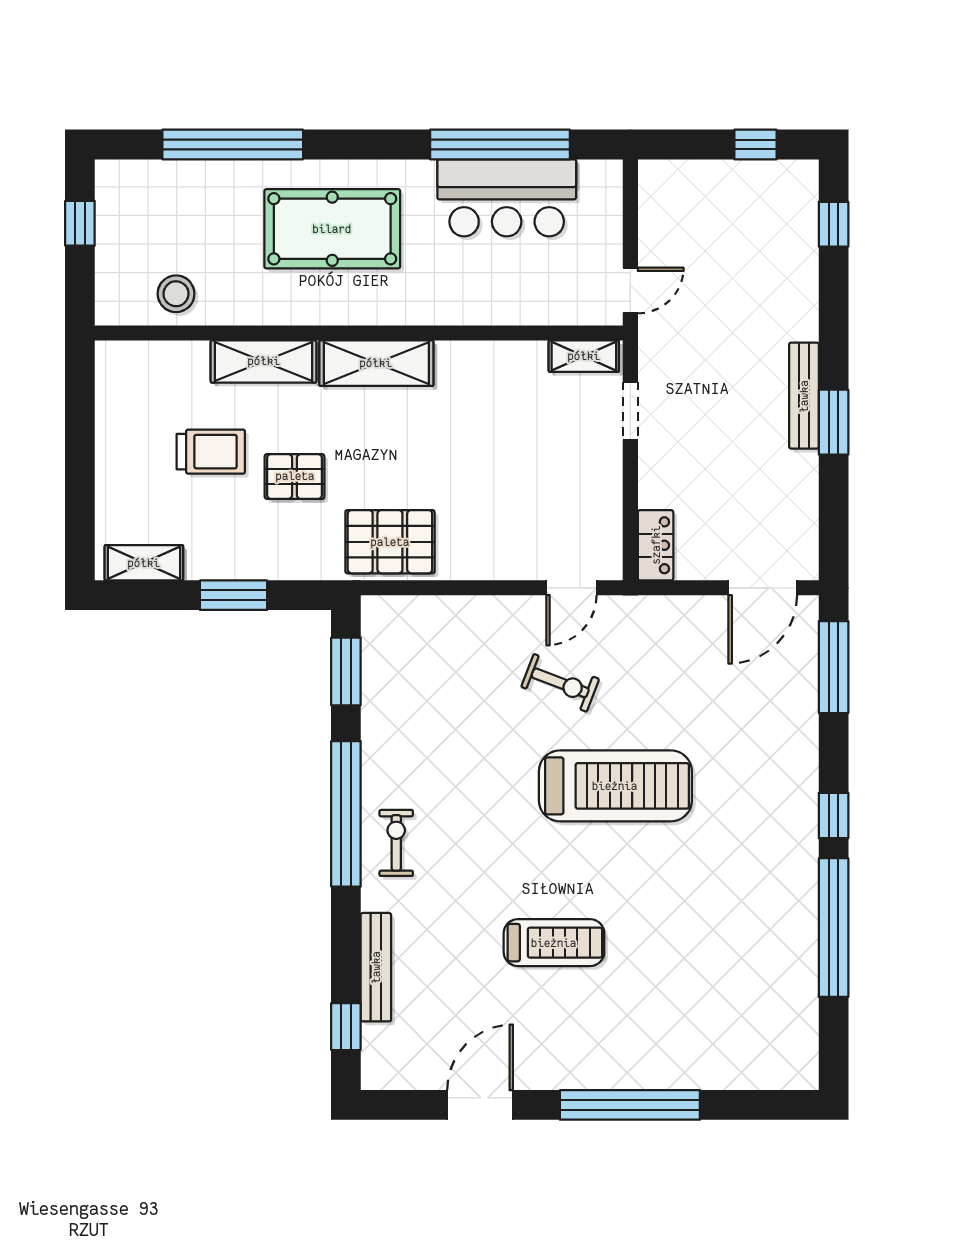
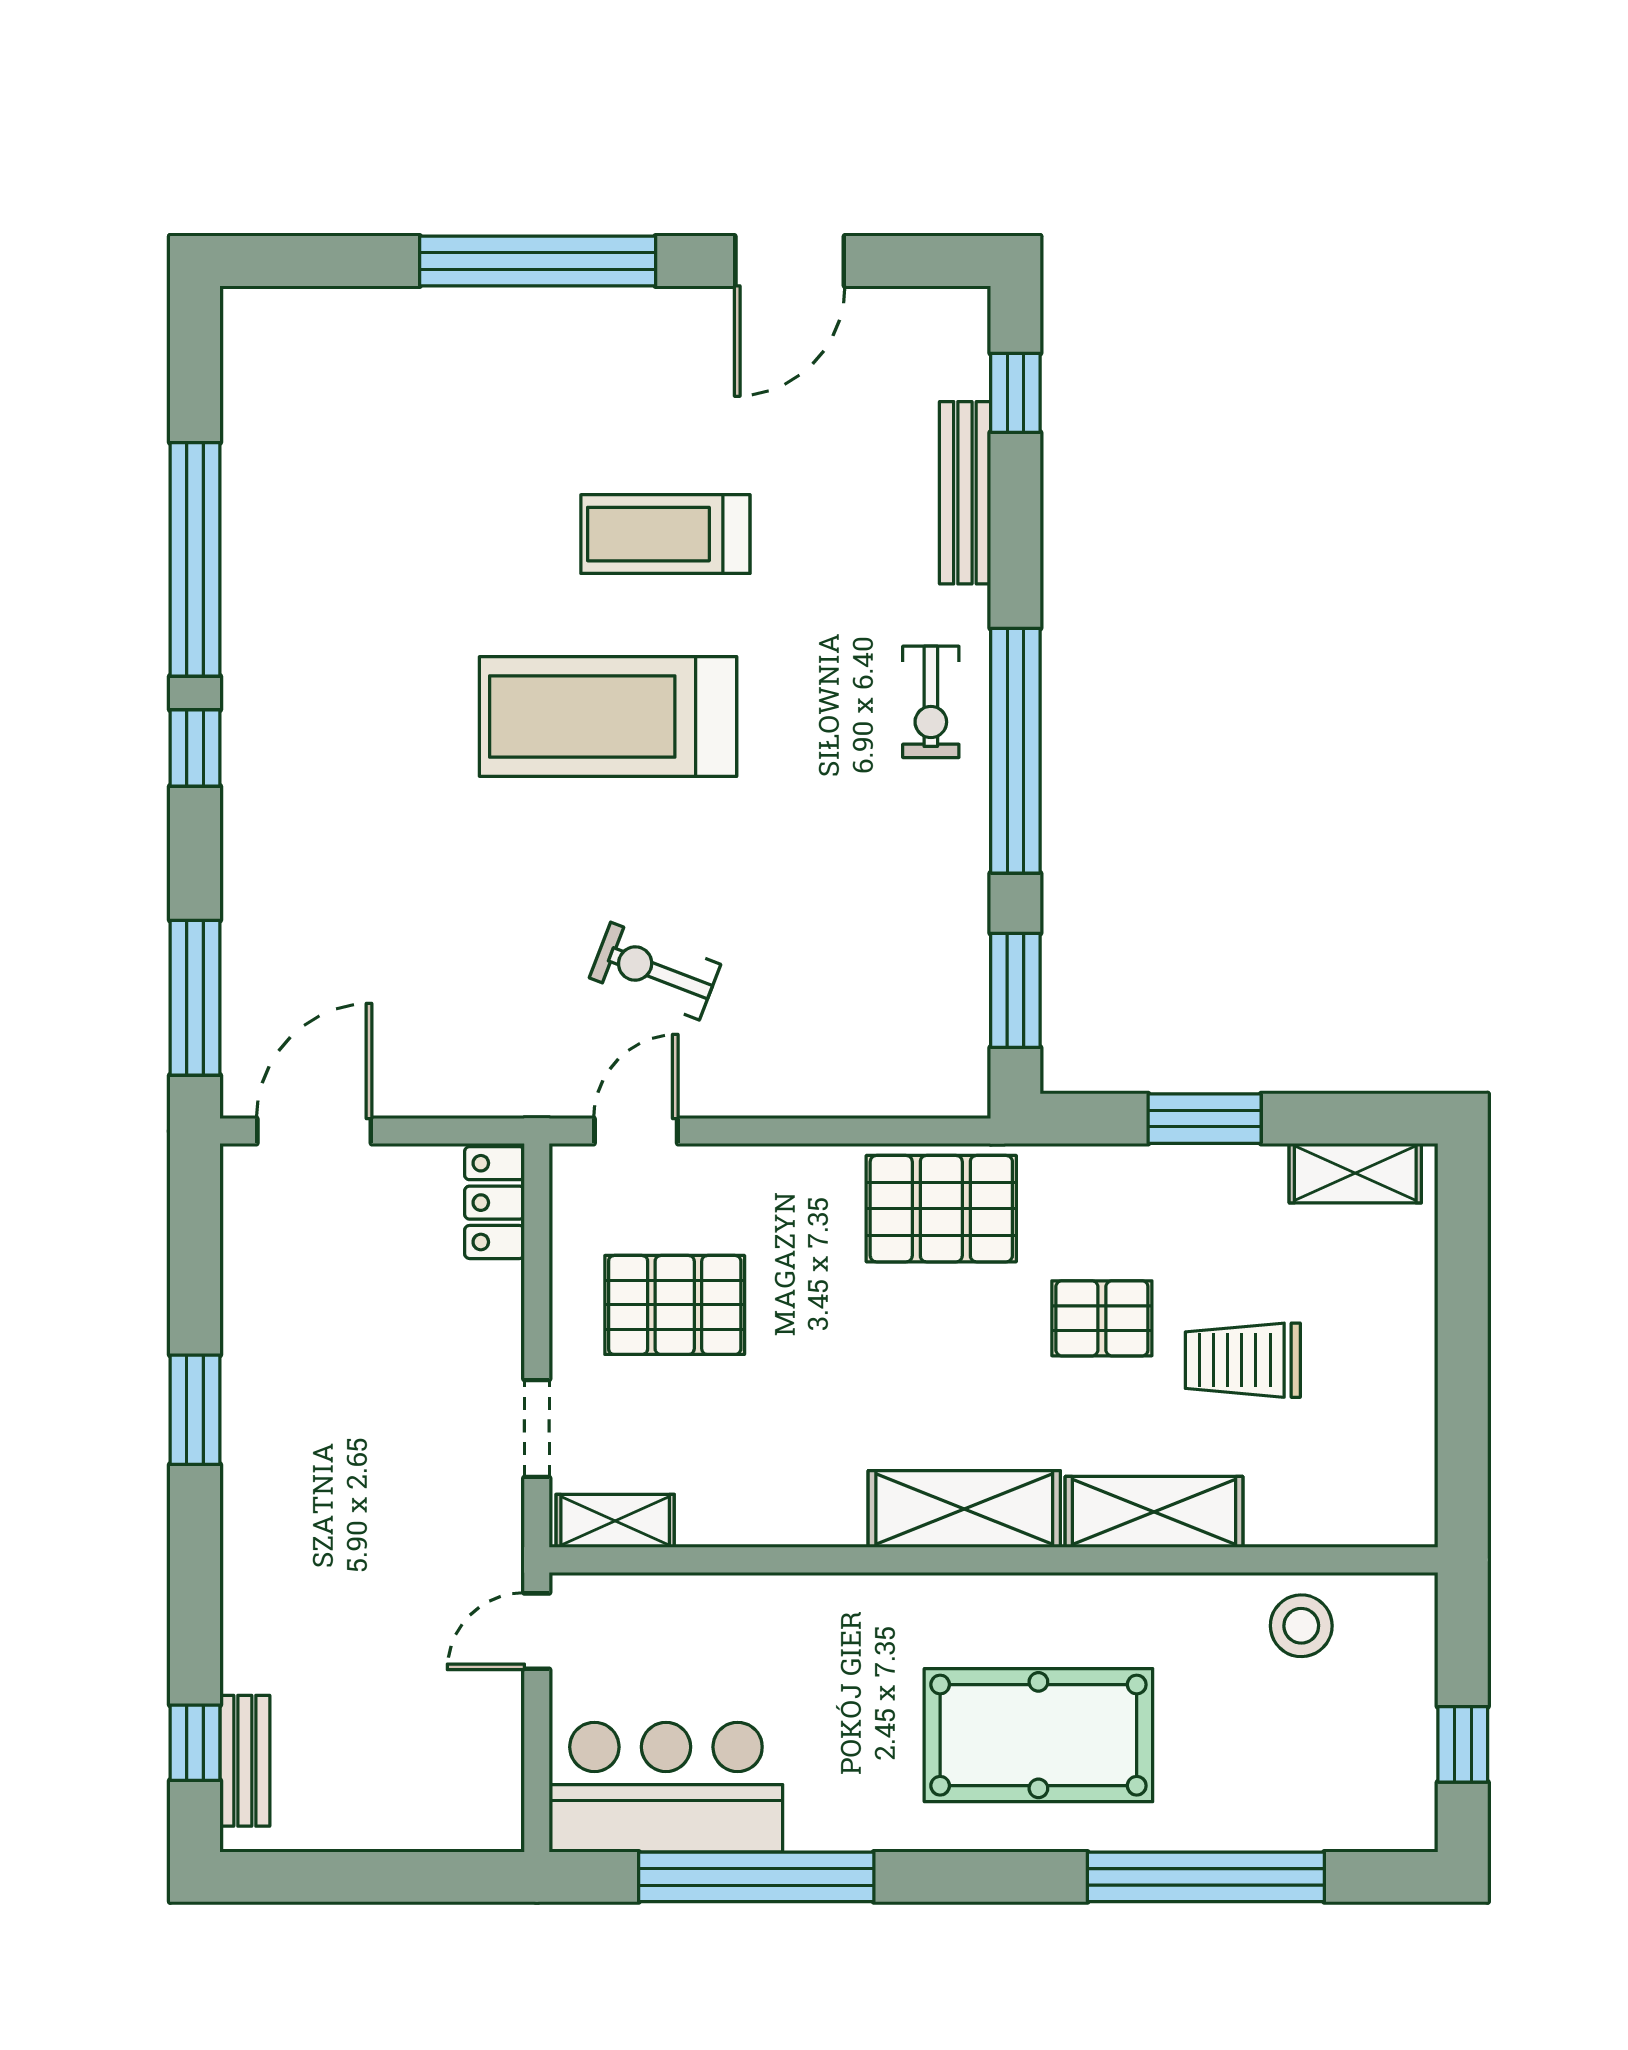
window: (755, 144) -> (327, 1877), removed
bar counter: (507, 198) -> (666, 1787), moved
bench: (804, 396) -> (245, 1761), moved, width x0.73
pallet: (548, 484) -> (675, 1305), added
treadmill: (615, 786) -> (608, 717), moved

